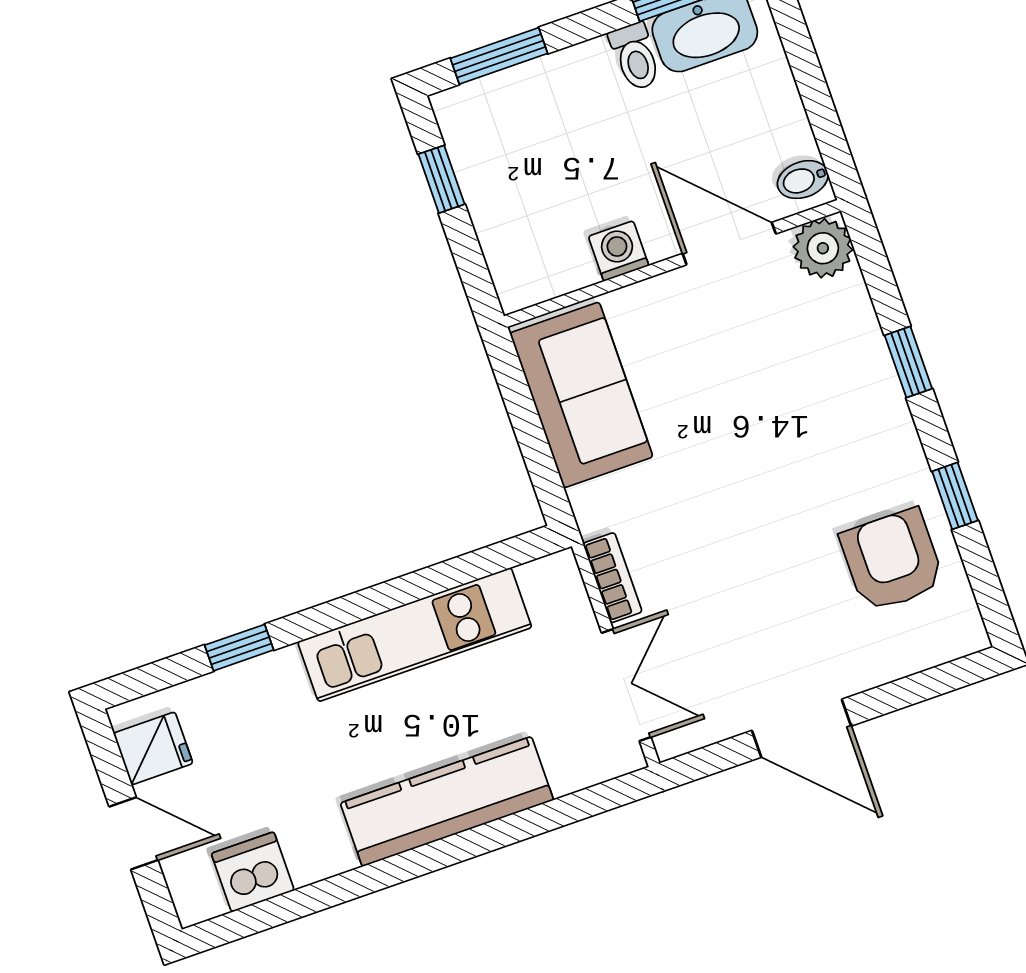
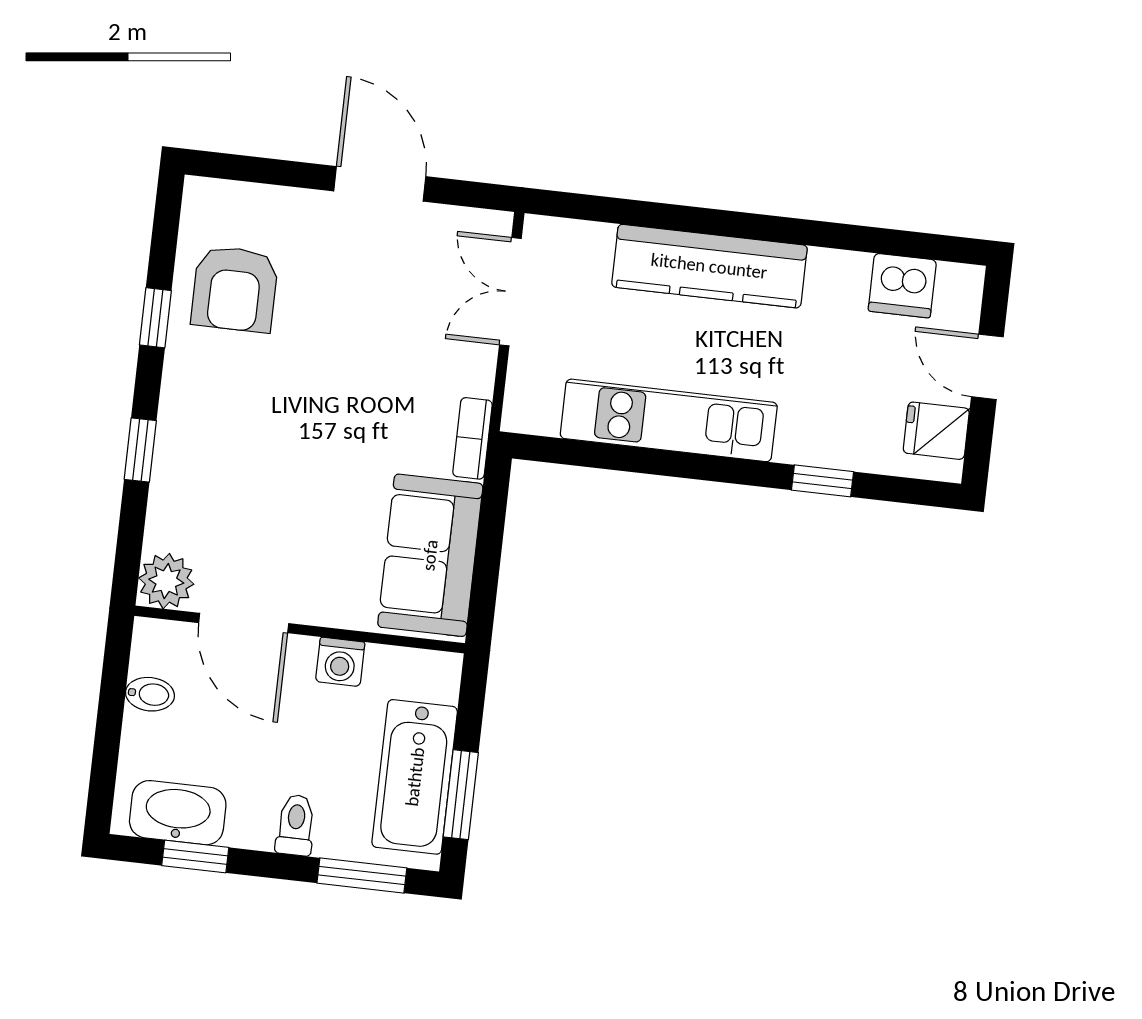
toilet: (635, 57) -> (296, 825), moved
bathtub: (494, 175) -> (415, 777), added
window: (441, 179) -> (461, 795), width x1.50
bidet: (803, 180) -> (150, 694), moved
bookcase: (613, 578) -> (472, 438), moved

